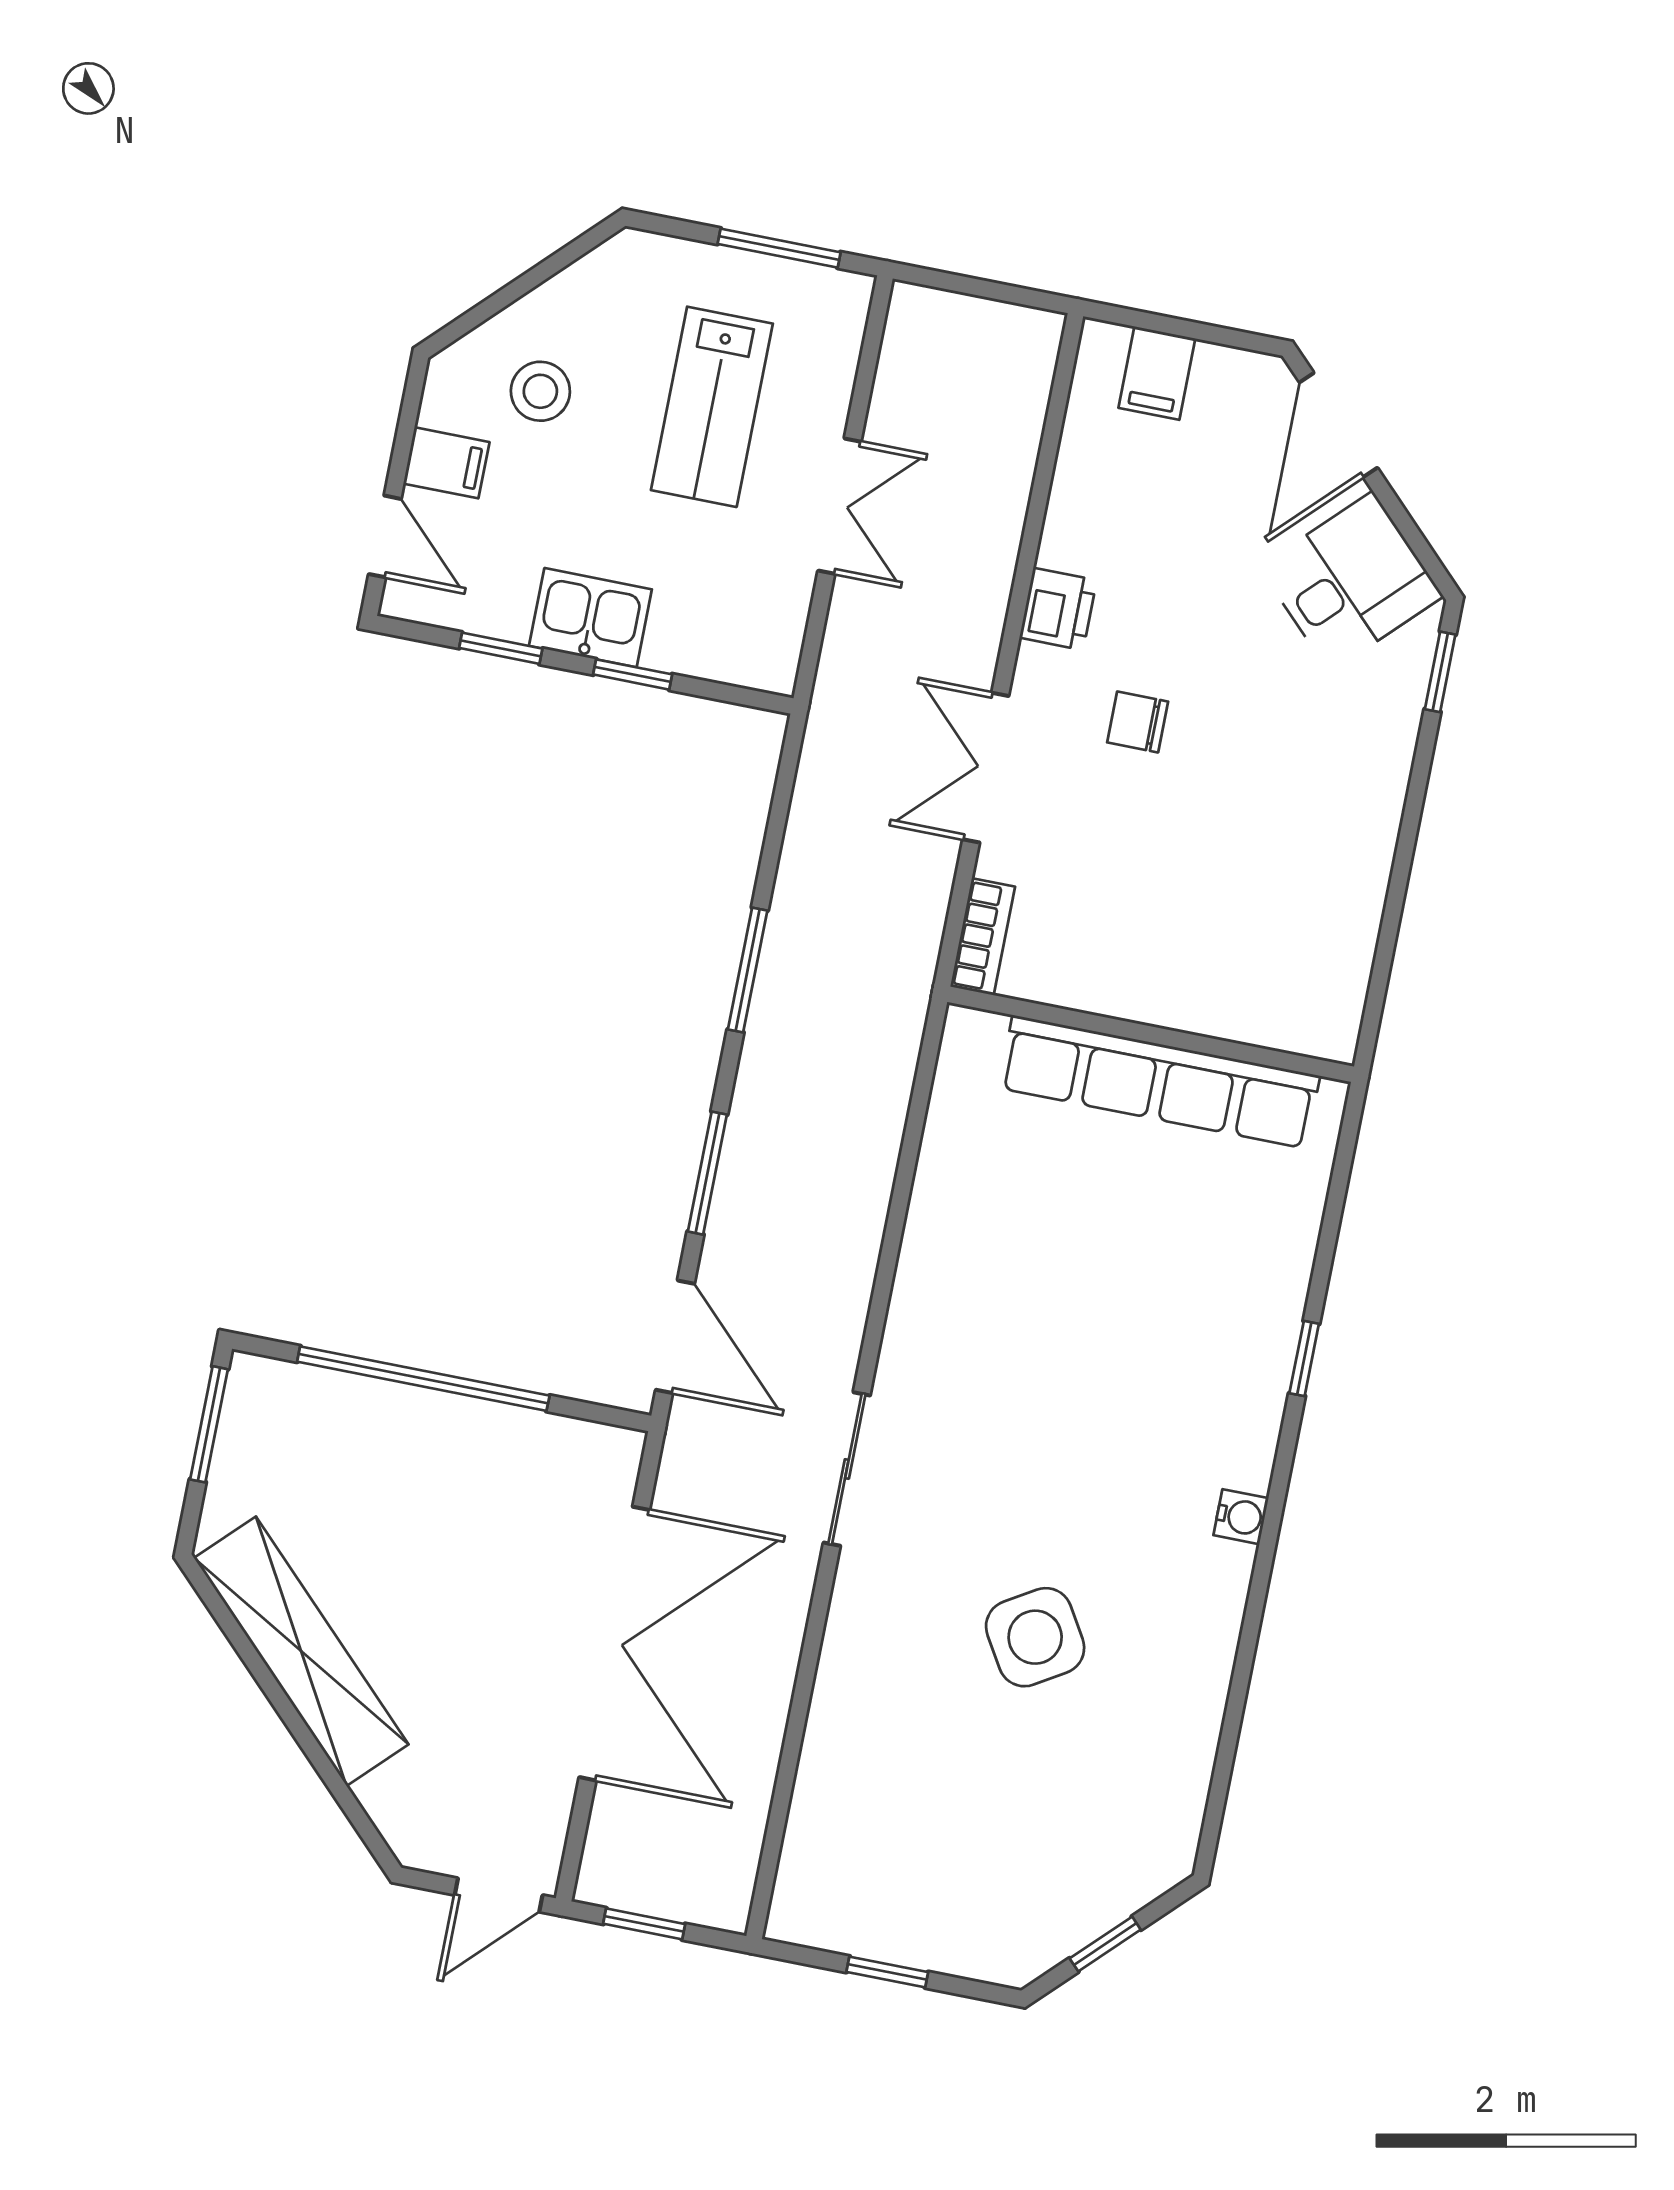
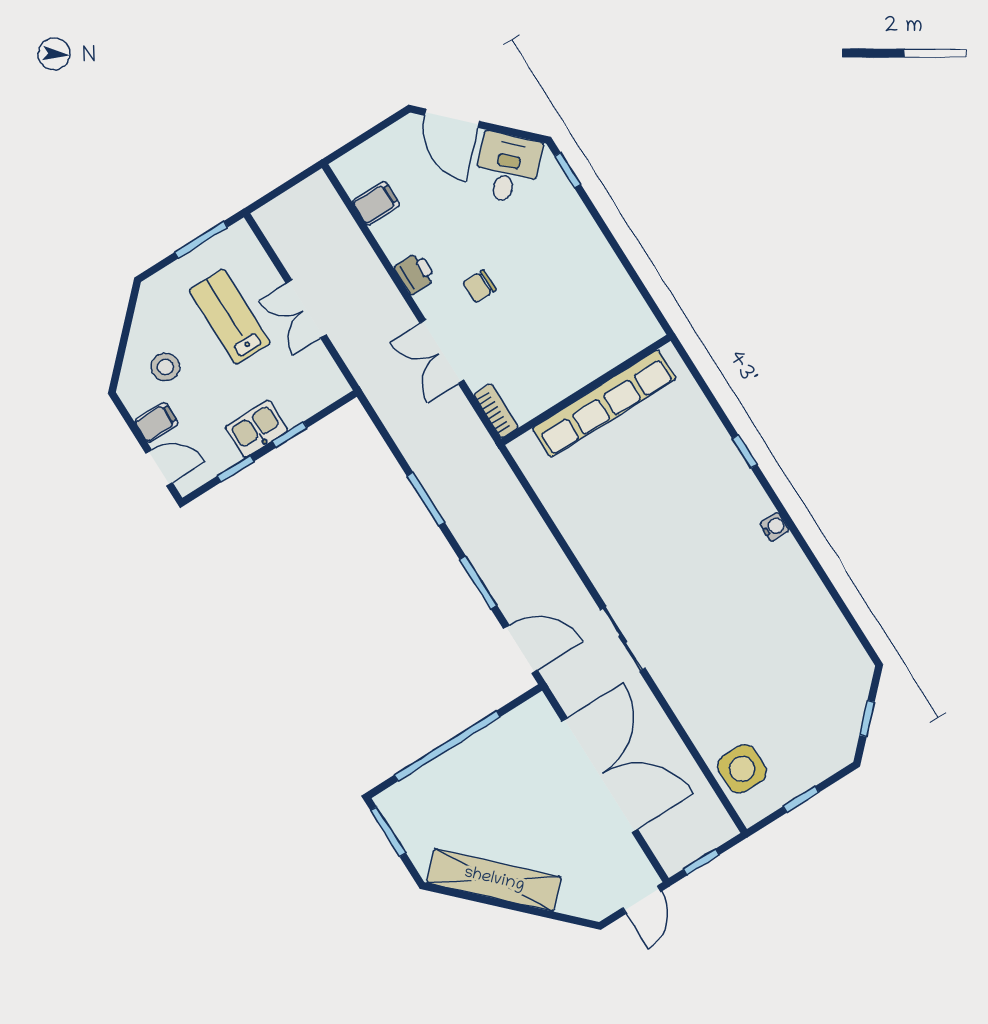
filing cabinet: (1157, 373) -> (376, 203), moved, turned -90
lab bench: (712, 407) -> (230, 316), turned 180
double door: (840, 506) -> (306, 309), swing flipped
side table: (1035, 1637) -> (742, 769), moved, turned 31

